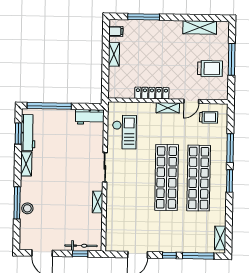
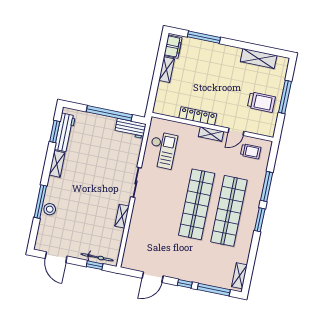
filing cabinet: (116, 31) -> (173, 47), width x2.00
window: (49, 106) -> (109, 113), moved

